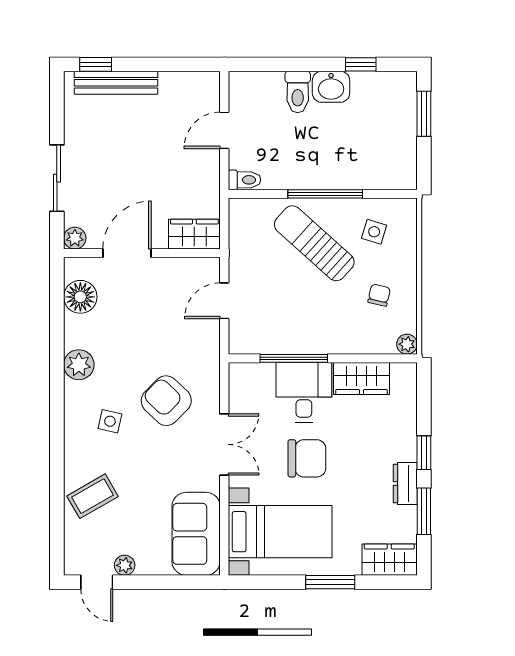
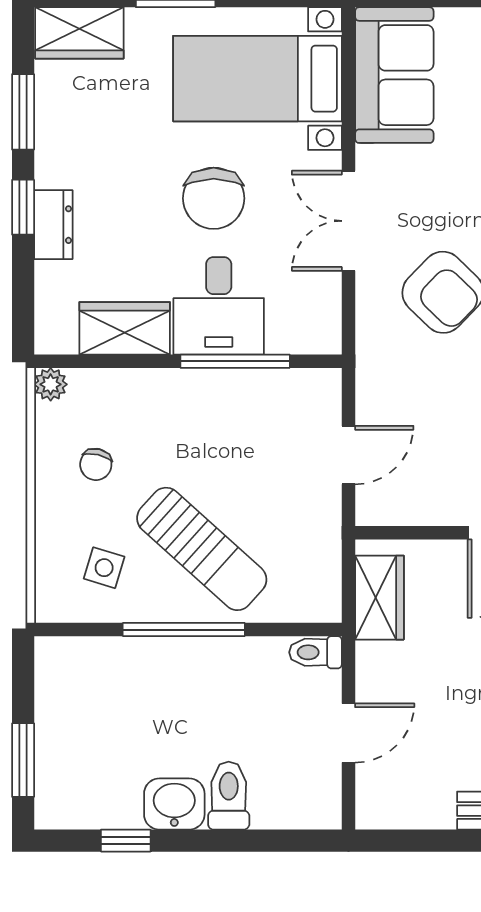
wardrobe: (194, 234) -> (379, 598), moved, turned -90
chair: (307, 458) -> (214, 198), turned -90
dresser: (405, 483) -> (53, 225), moved

